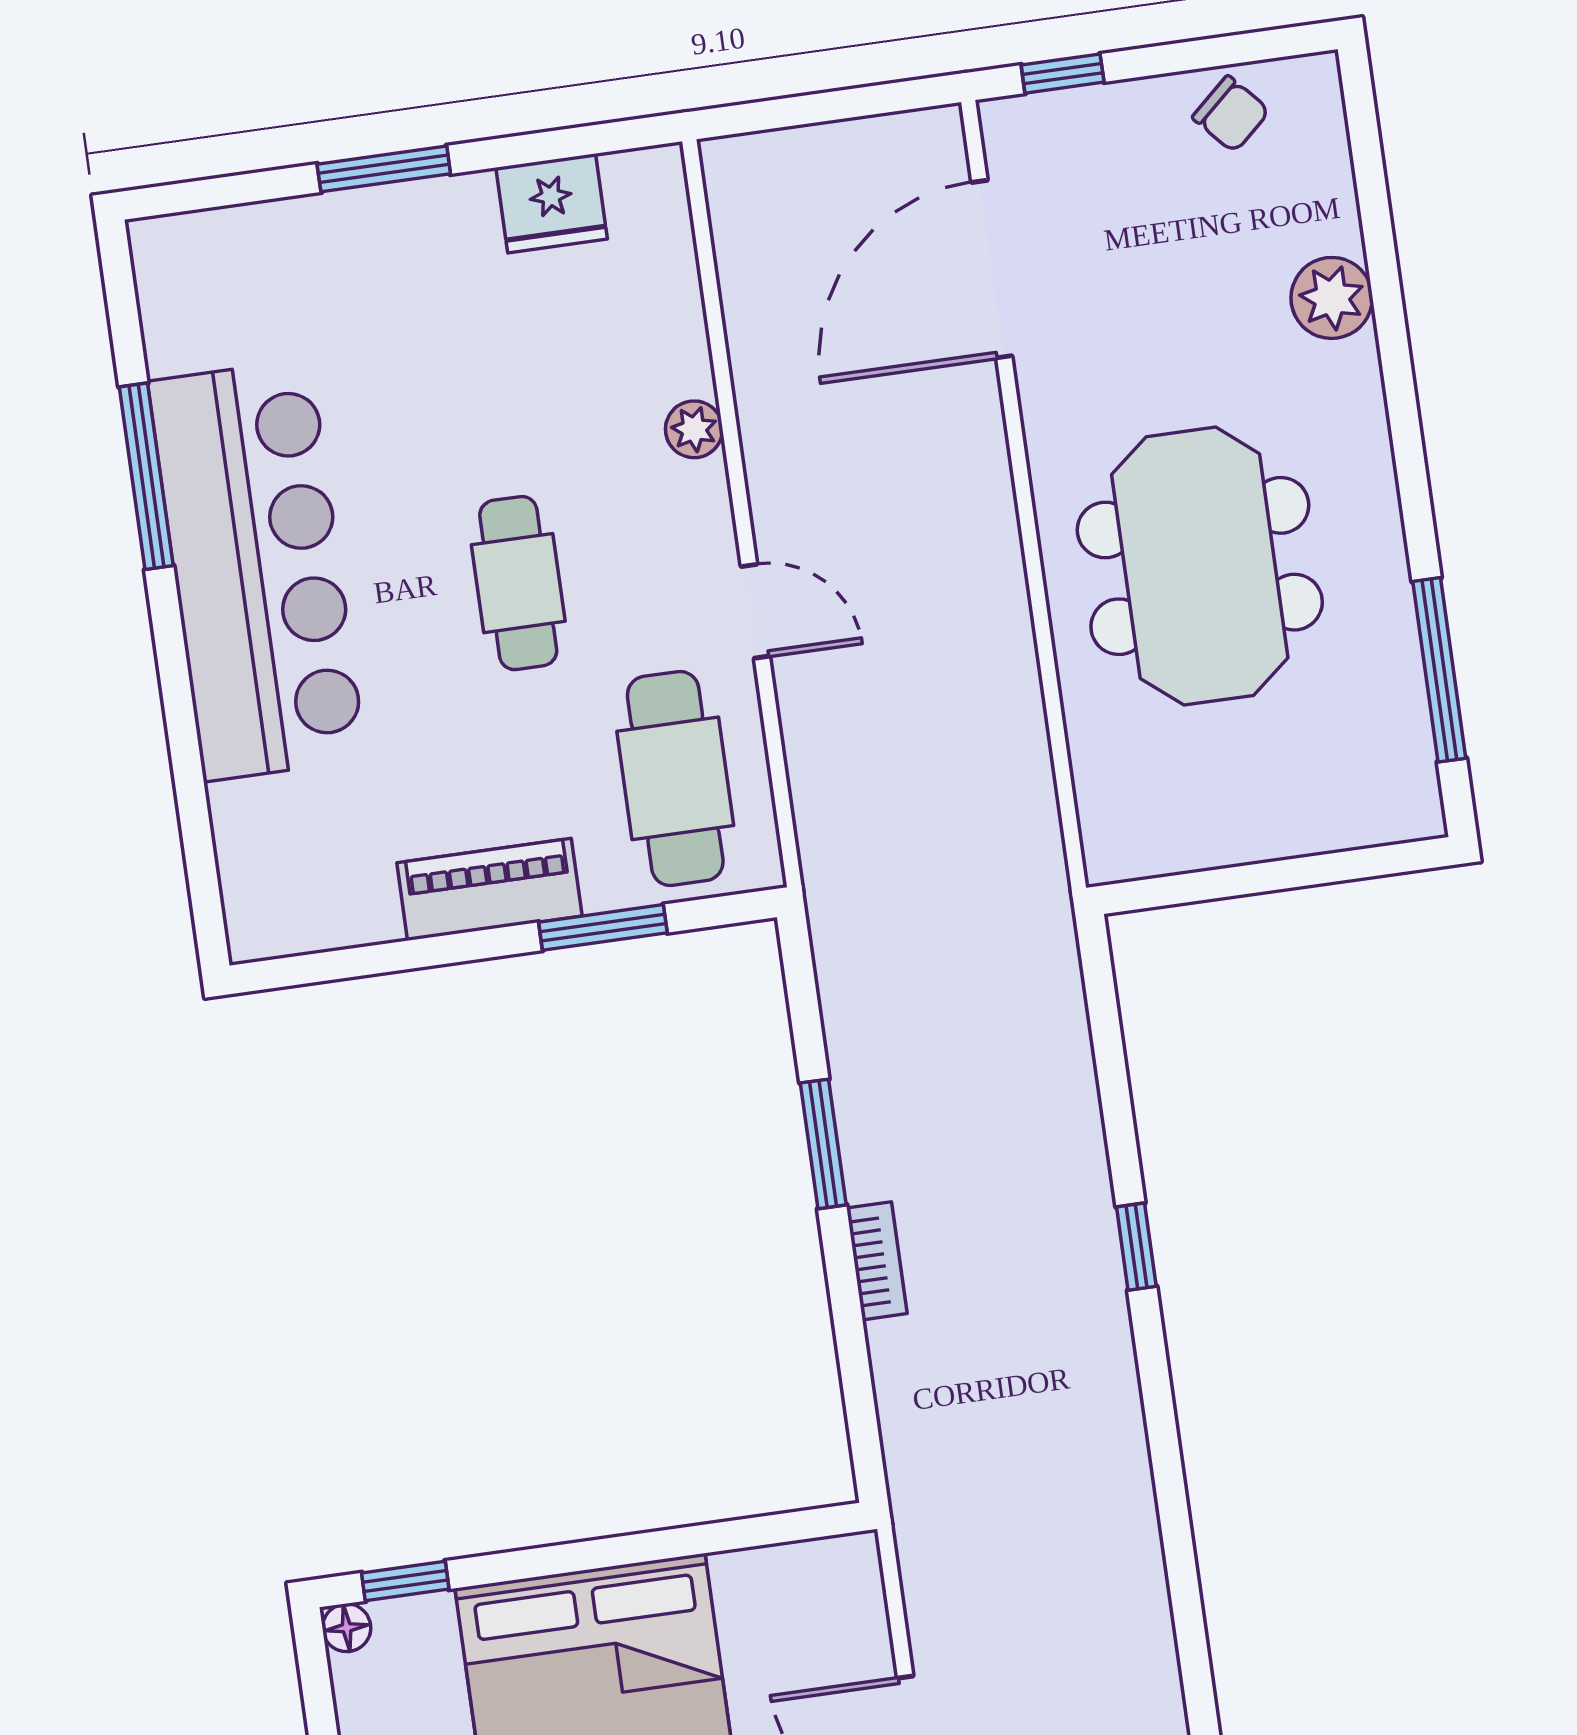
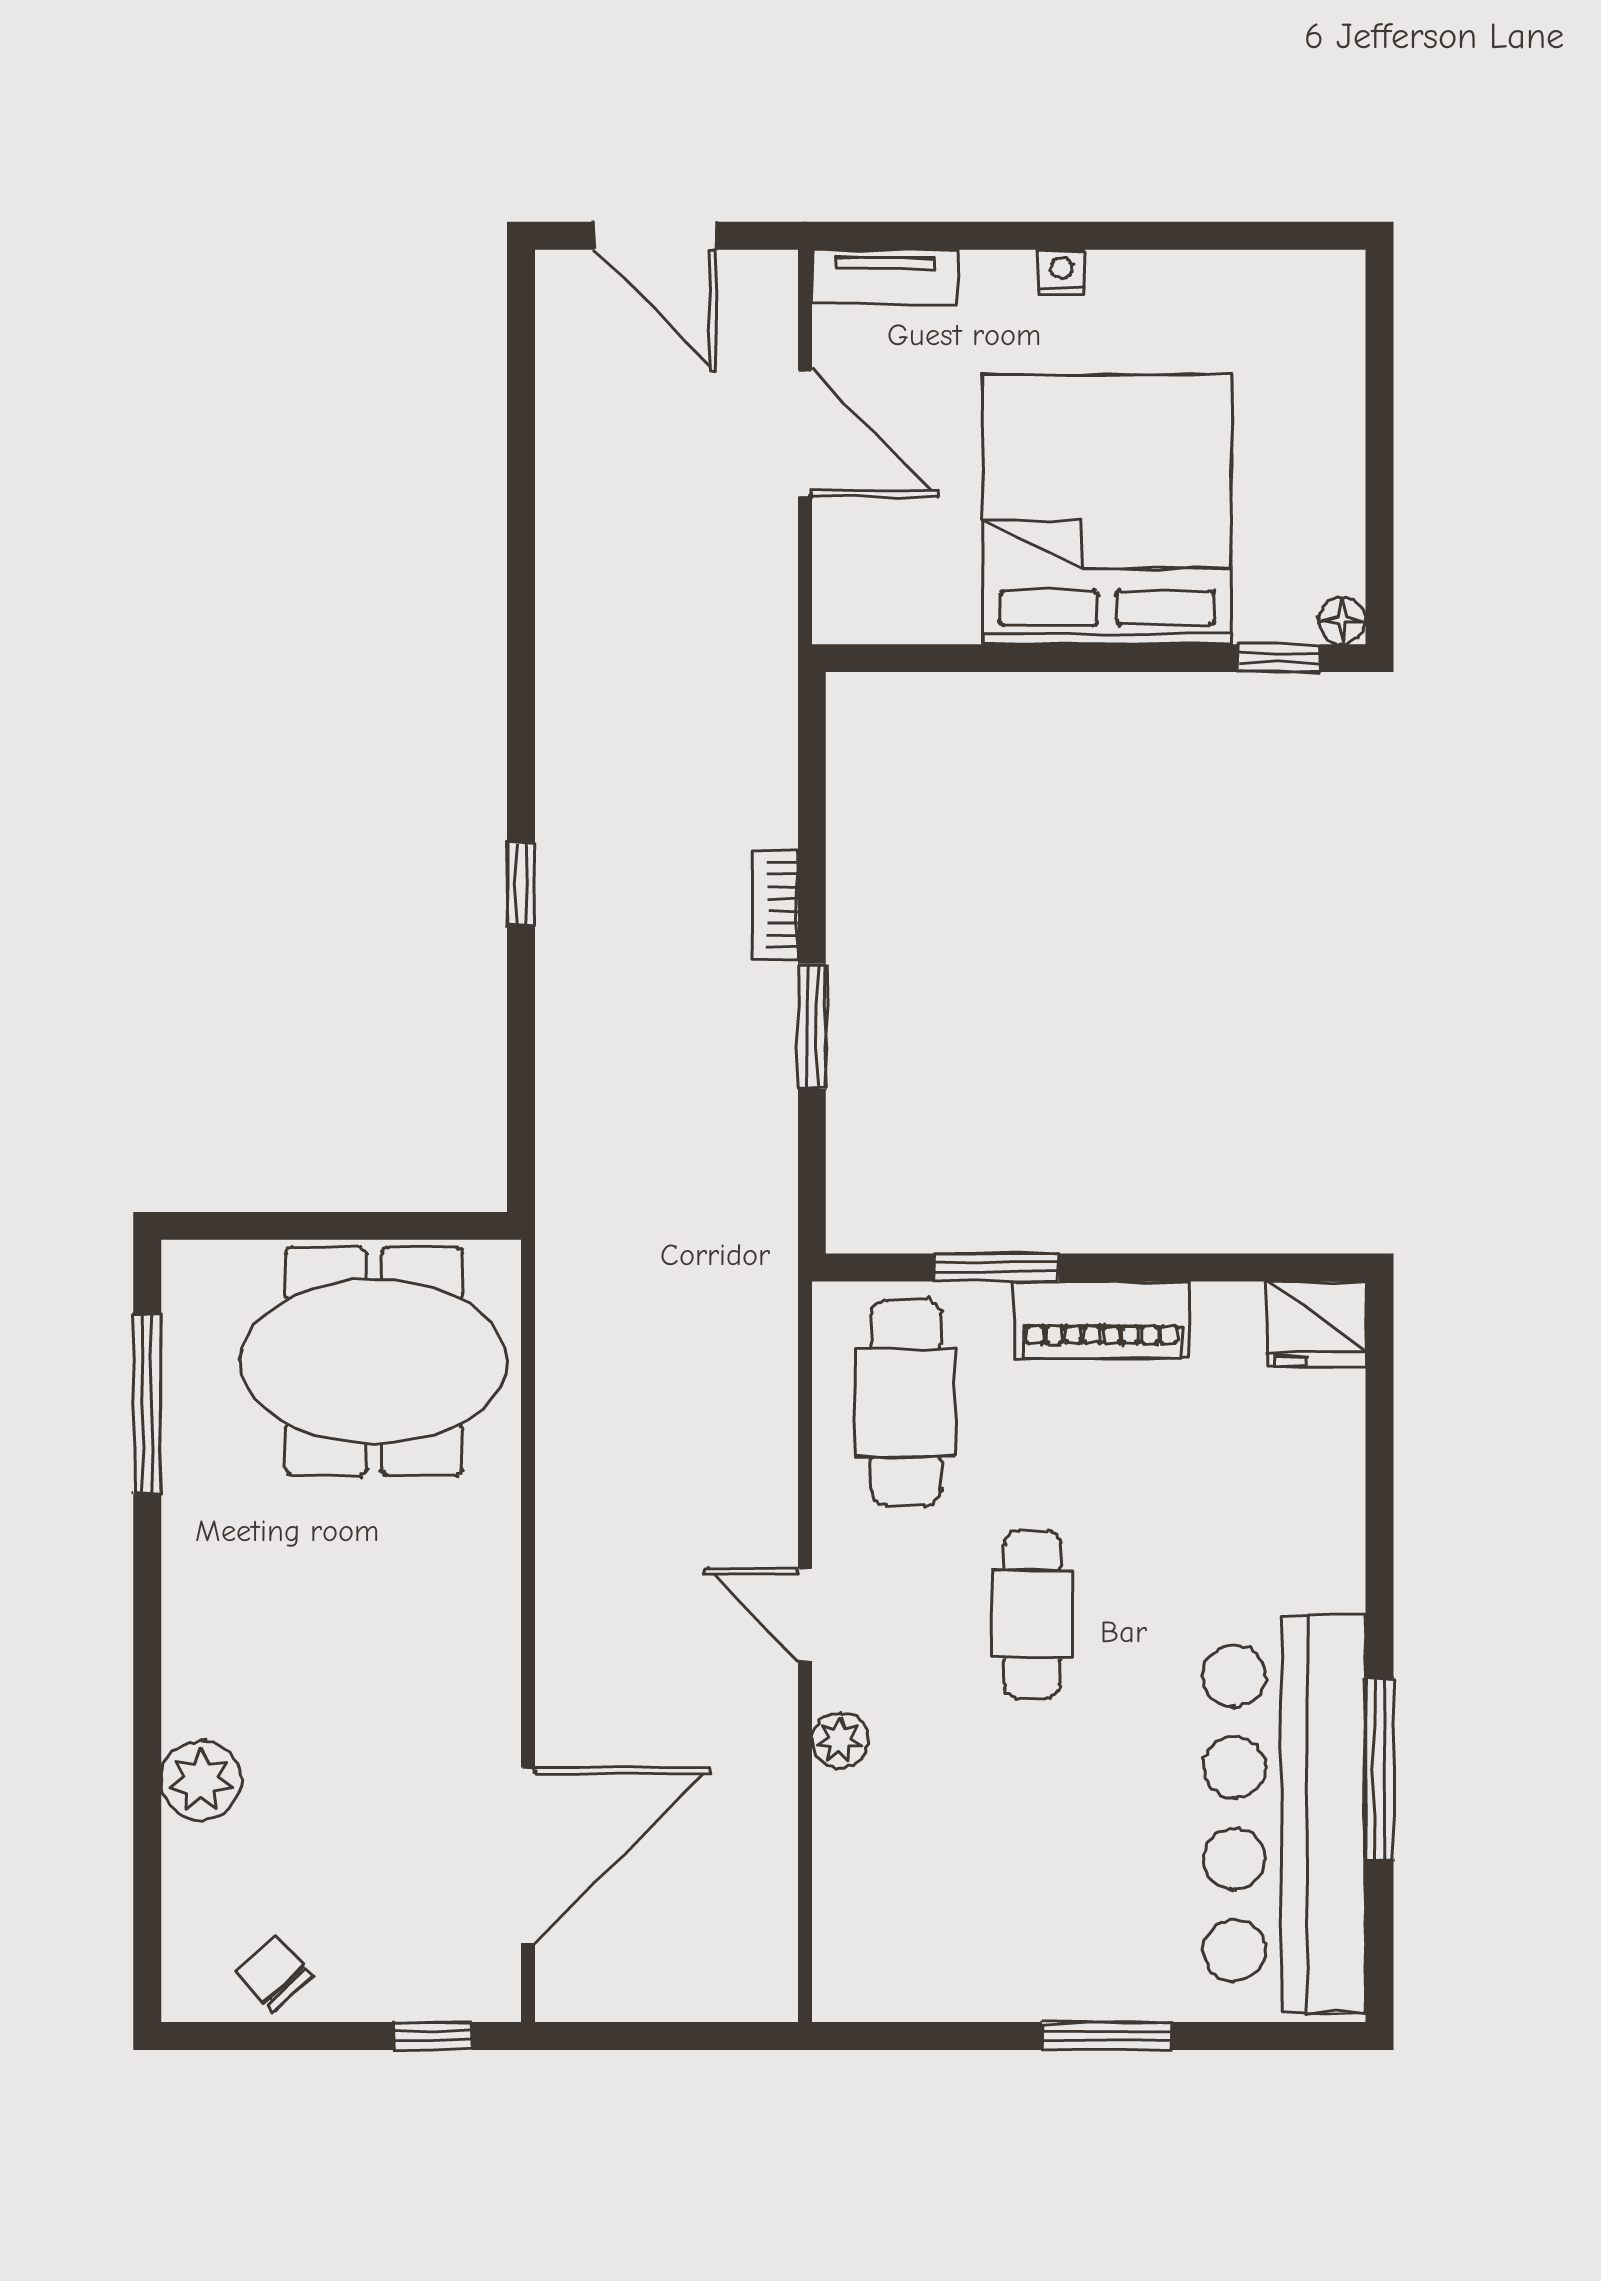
fridge: (552, 203) -> (1316, 1324), moved, turned 180
meeting table: (1200, 566) -> (374, 1361), moved, turned 90
bar counter: (257, 570) -> (1285, 1813), moved
door: (755, 611) -> (805, 1615), moved

